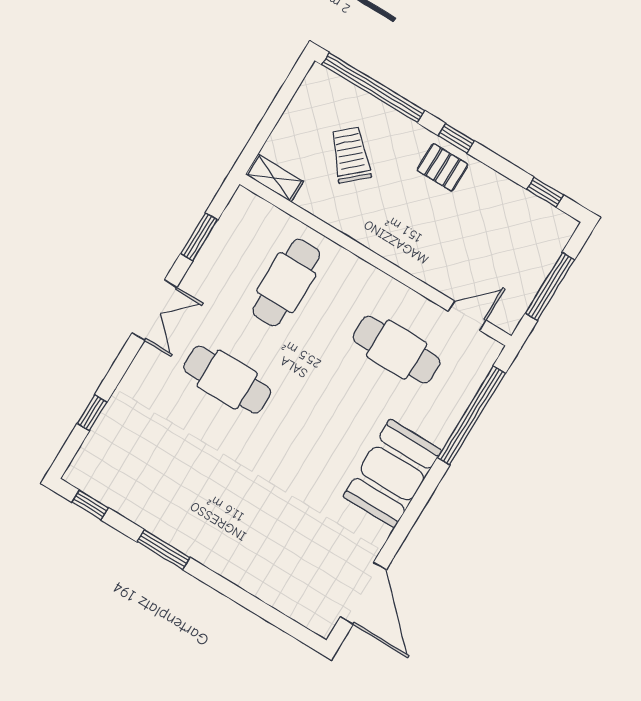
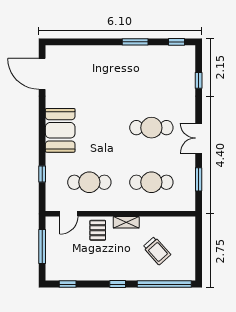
pallet: (442, 167) -> (98, 230), moved, turned 90
shelving: (274, 178) -> (126, 222), moved
cafe table: (286, 283) -> (151, 182), turned 90
window: (472, 415) -> (42, 174), width x0.32

